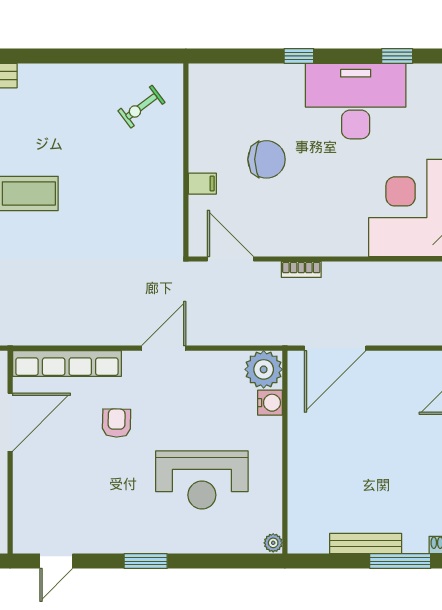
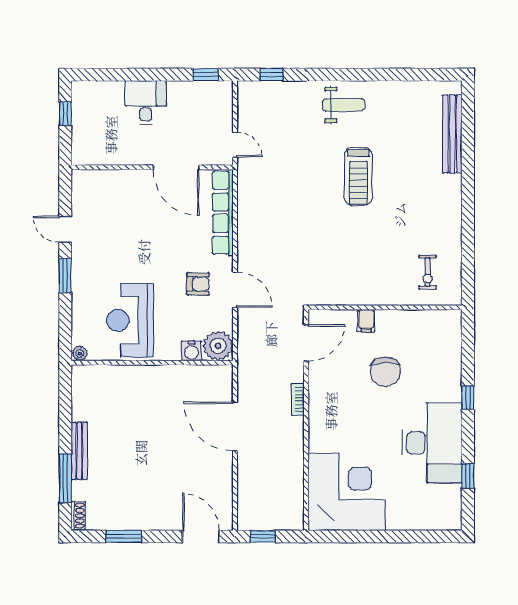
exercise bike: (141, 107) -> (428, 272), turned -143
plant: (264, 369) -> (218, 346), moved
water cooler: (270, 403) -> (192, 351), moved
armchair: (116, 423) -> (198, 284), moved
wall: (285, 452) -> (152, 363), moved
plant: (273, 543) -> (80, 353), moved
door: (56, 561) -> (65, 229), moved

